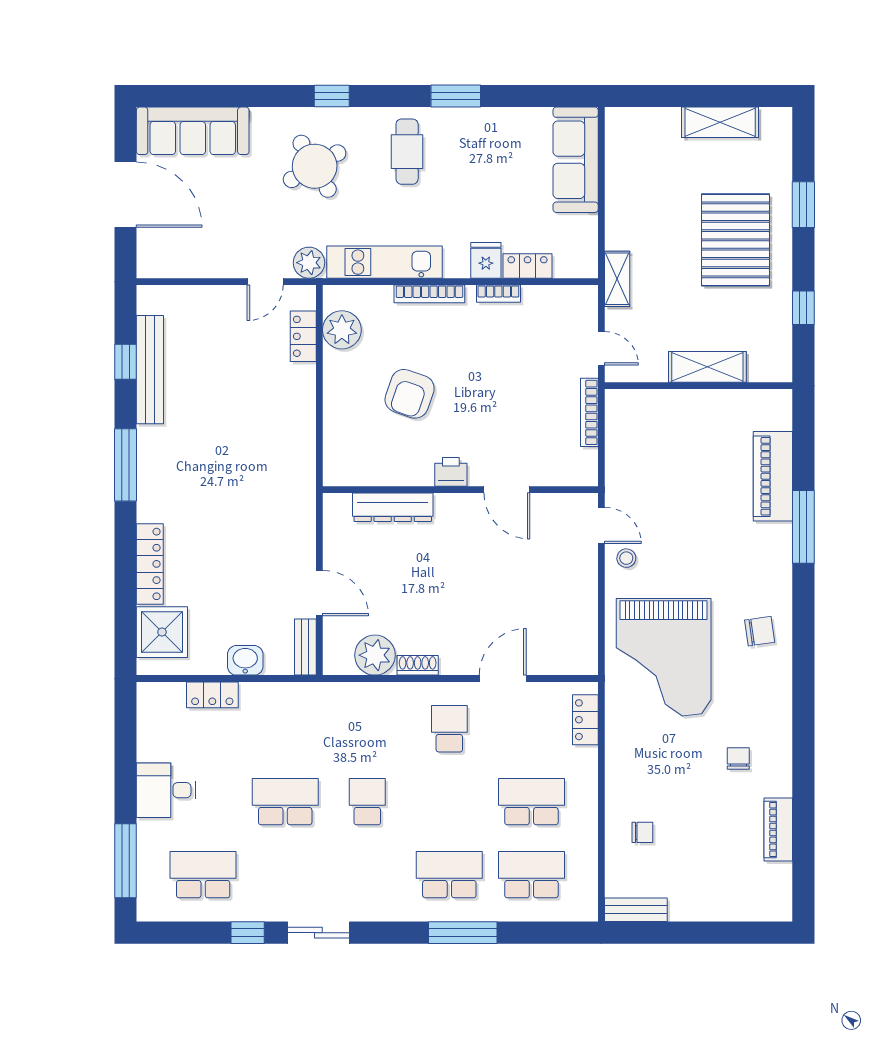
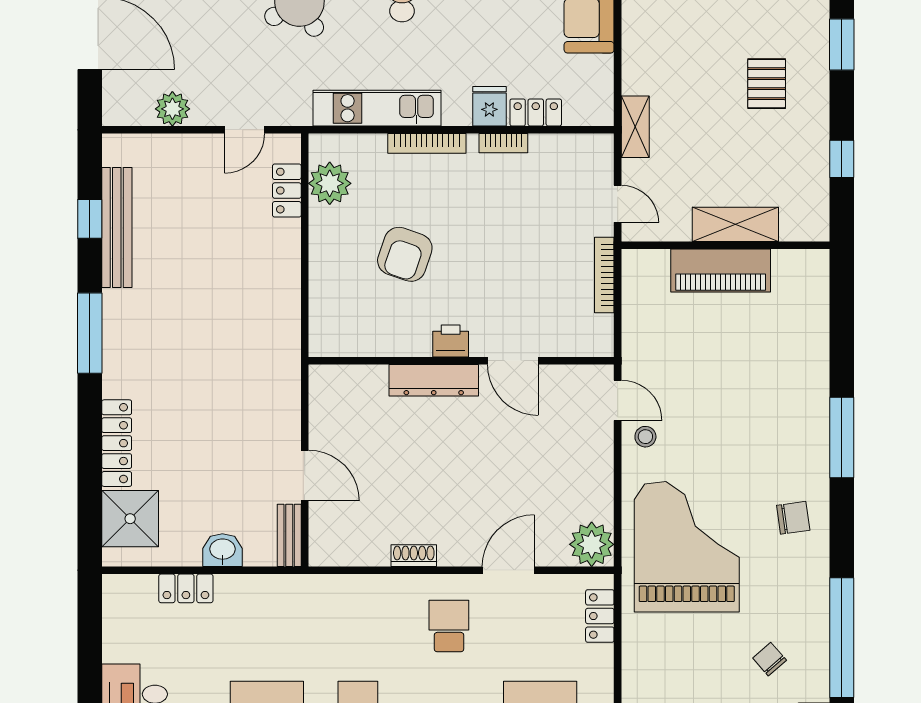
pallet: (736, 240) -> (767, 84), width x0.49, depth x0.50
plant: (309, 263) -> (172, 109), moved
piano: (773, 476) -> (721, 271), moved, turned -90
dresser: (393, 507) -> (434, 380), moved
window: (803, 527) -> (842, 437), moved
plant: (375, 655) -> (592, 544), moved
grand piano: (664, 657) -> (687, 547), turned 180
window: (803, 739) -> (842, 638), added
chair: (738, 759) -> (770, 659), turned -41

